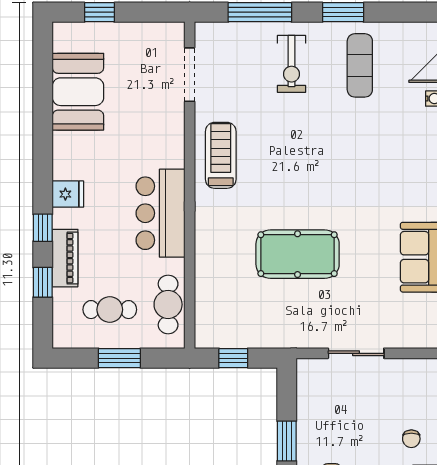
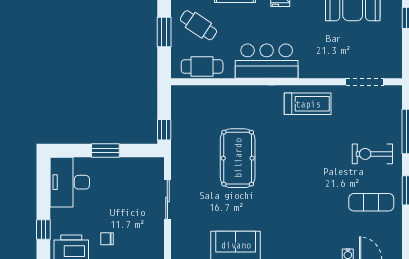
cafe table: (110, 310) -> (198, 25), turned -56
window: (233, 358) -> (164, 130), moved

